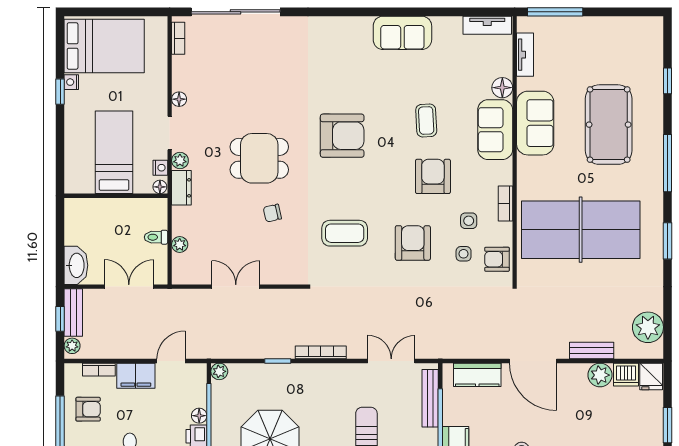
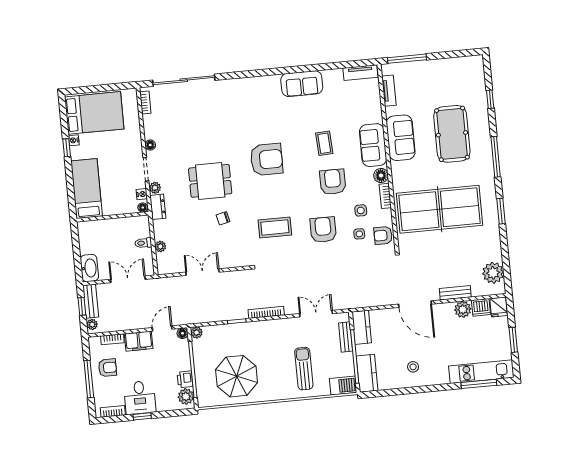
floor lamp: (502, 88) -> (381, 176), moved
bed: (114, 152) -> (87, 189), moved
kitchen counter: (477, 375) -> (362, 327), moved, turned -90
bench: (430, 398) -> (346, 337), width x0.73
floor lamp: (199, 416) -> (182, 333), moved

